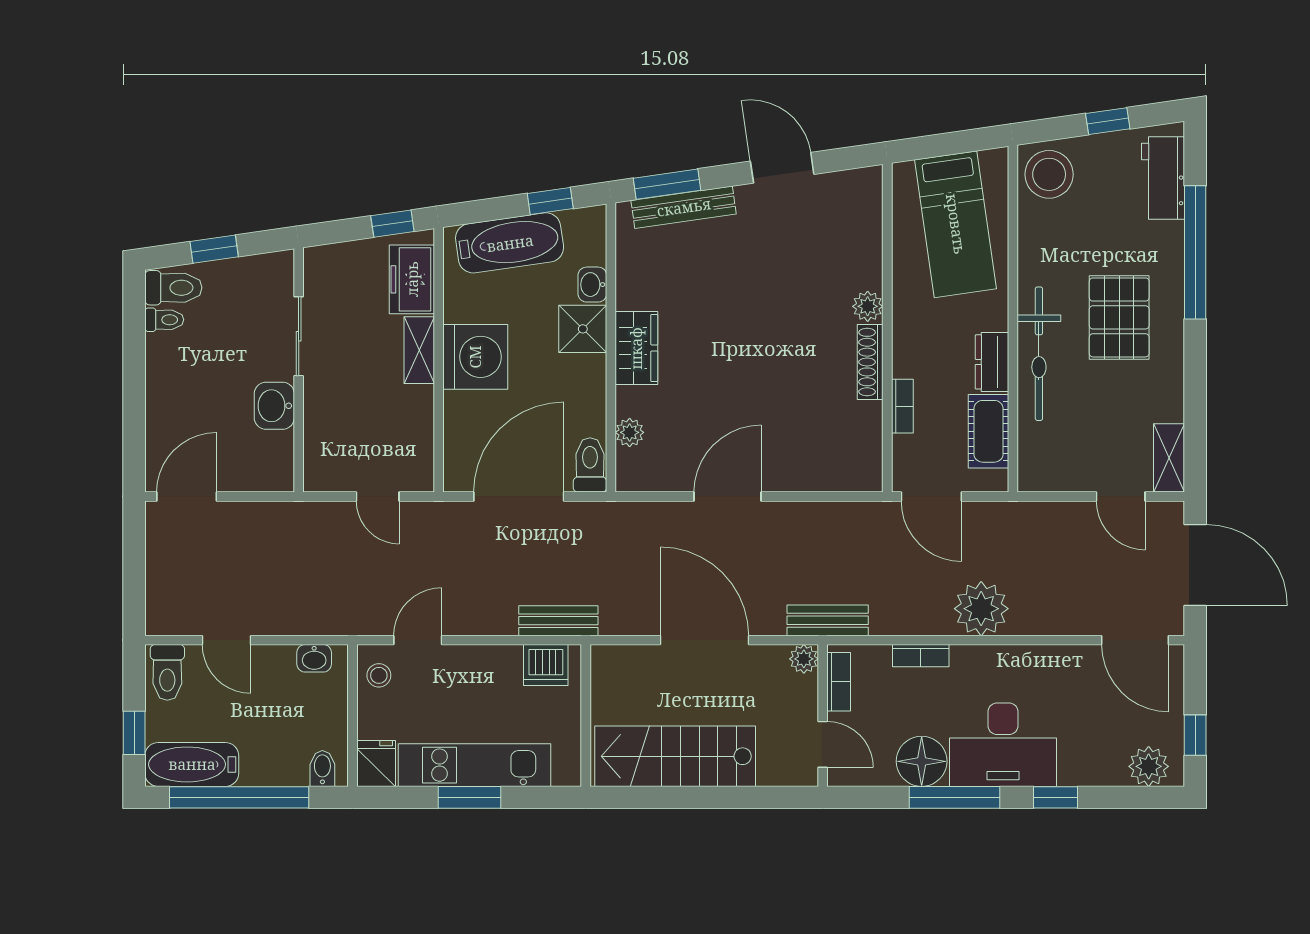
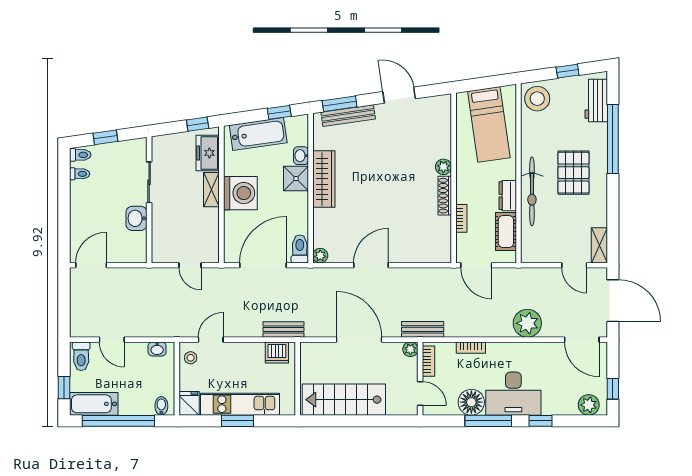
toilet: (173, 288) -> (80, 155), width x0.73, depth x0.72
wardrobe: (636, 348) -> (324, 179), width x1.50
plant: (630, 432) -> (320, 256), moved
plant: (981, 609) -> (527, 323), moved

